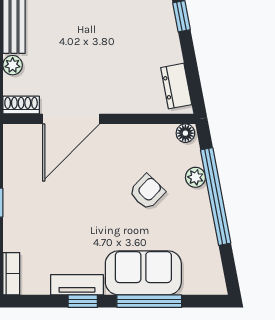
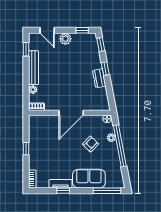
dresser: (176, 86) -> (99, 78), moved
door: (71, 119) -> (71, 113), moved
window: (149, 301) -> (107, 191), moved

